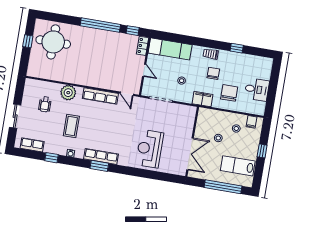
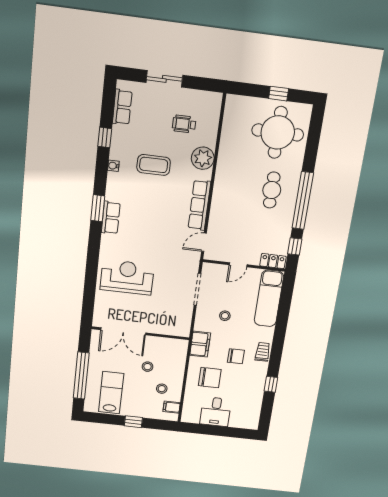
cafe table: (92, 46) -> (272, 190), added
row of seats: (101, 156) -> (111, 218), width x0.68

